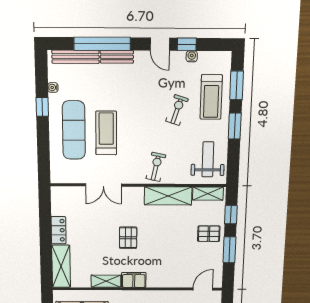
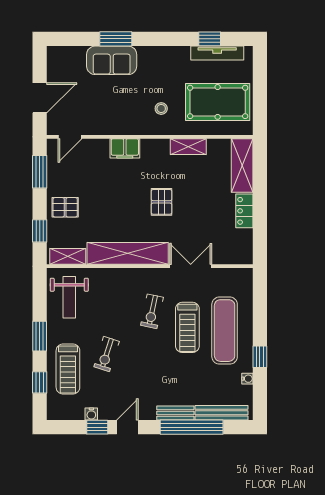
door: (160, 44) -> (127, 427), hinge flipped
window: (237, 85) -> (40, 382), width x0.67
treadmill: (211, 97) -> (68, 369), turned 180
exercise bike: (156, 167) -> (152, 311), moved
shelving: (168, 196) -> (128, 253), width x1.47
window: (229, 250) -> (40, 172), moved
filing cabinet: (134, 280) -> (125, 148), moved

